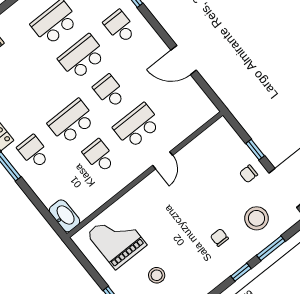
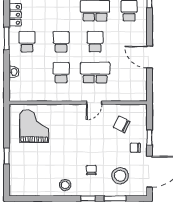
school desk: (72, 122) -> (61, 42), width x0.54
chair: (213, 160) -> (122, 124), added
washbasin: (65, 216) -> (14, 72), moved, width x0.52, depth x0.69
stool: (157, 275) -> (65, 185), moved

